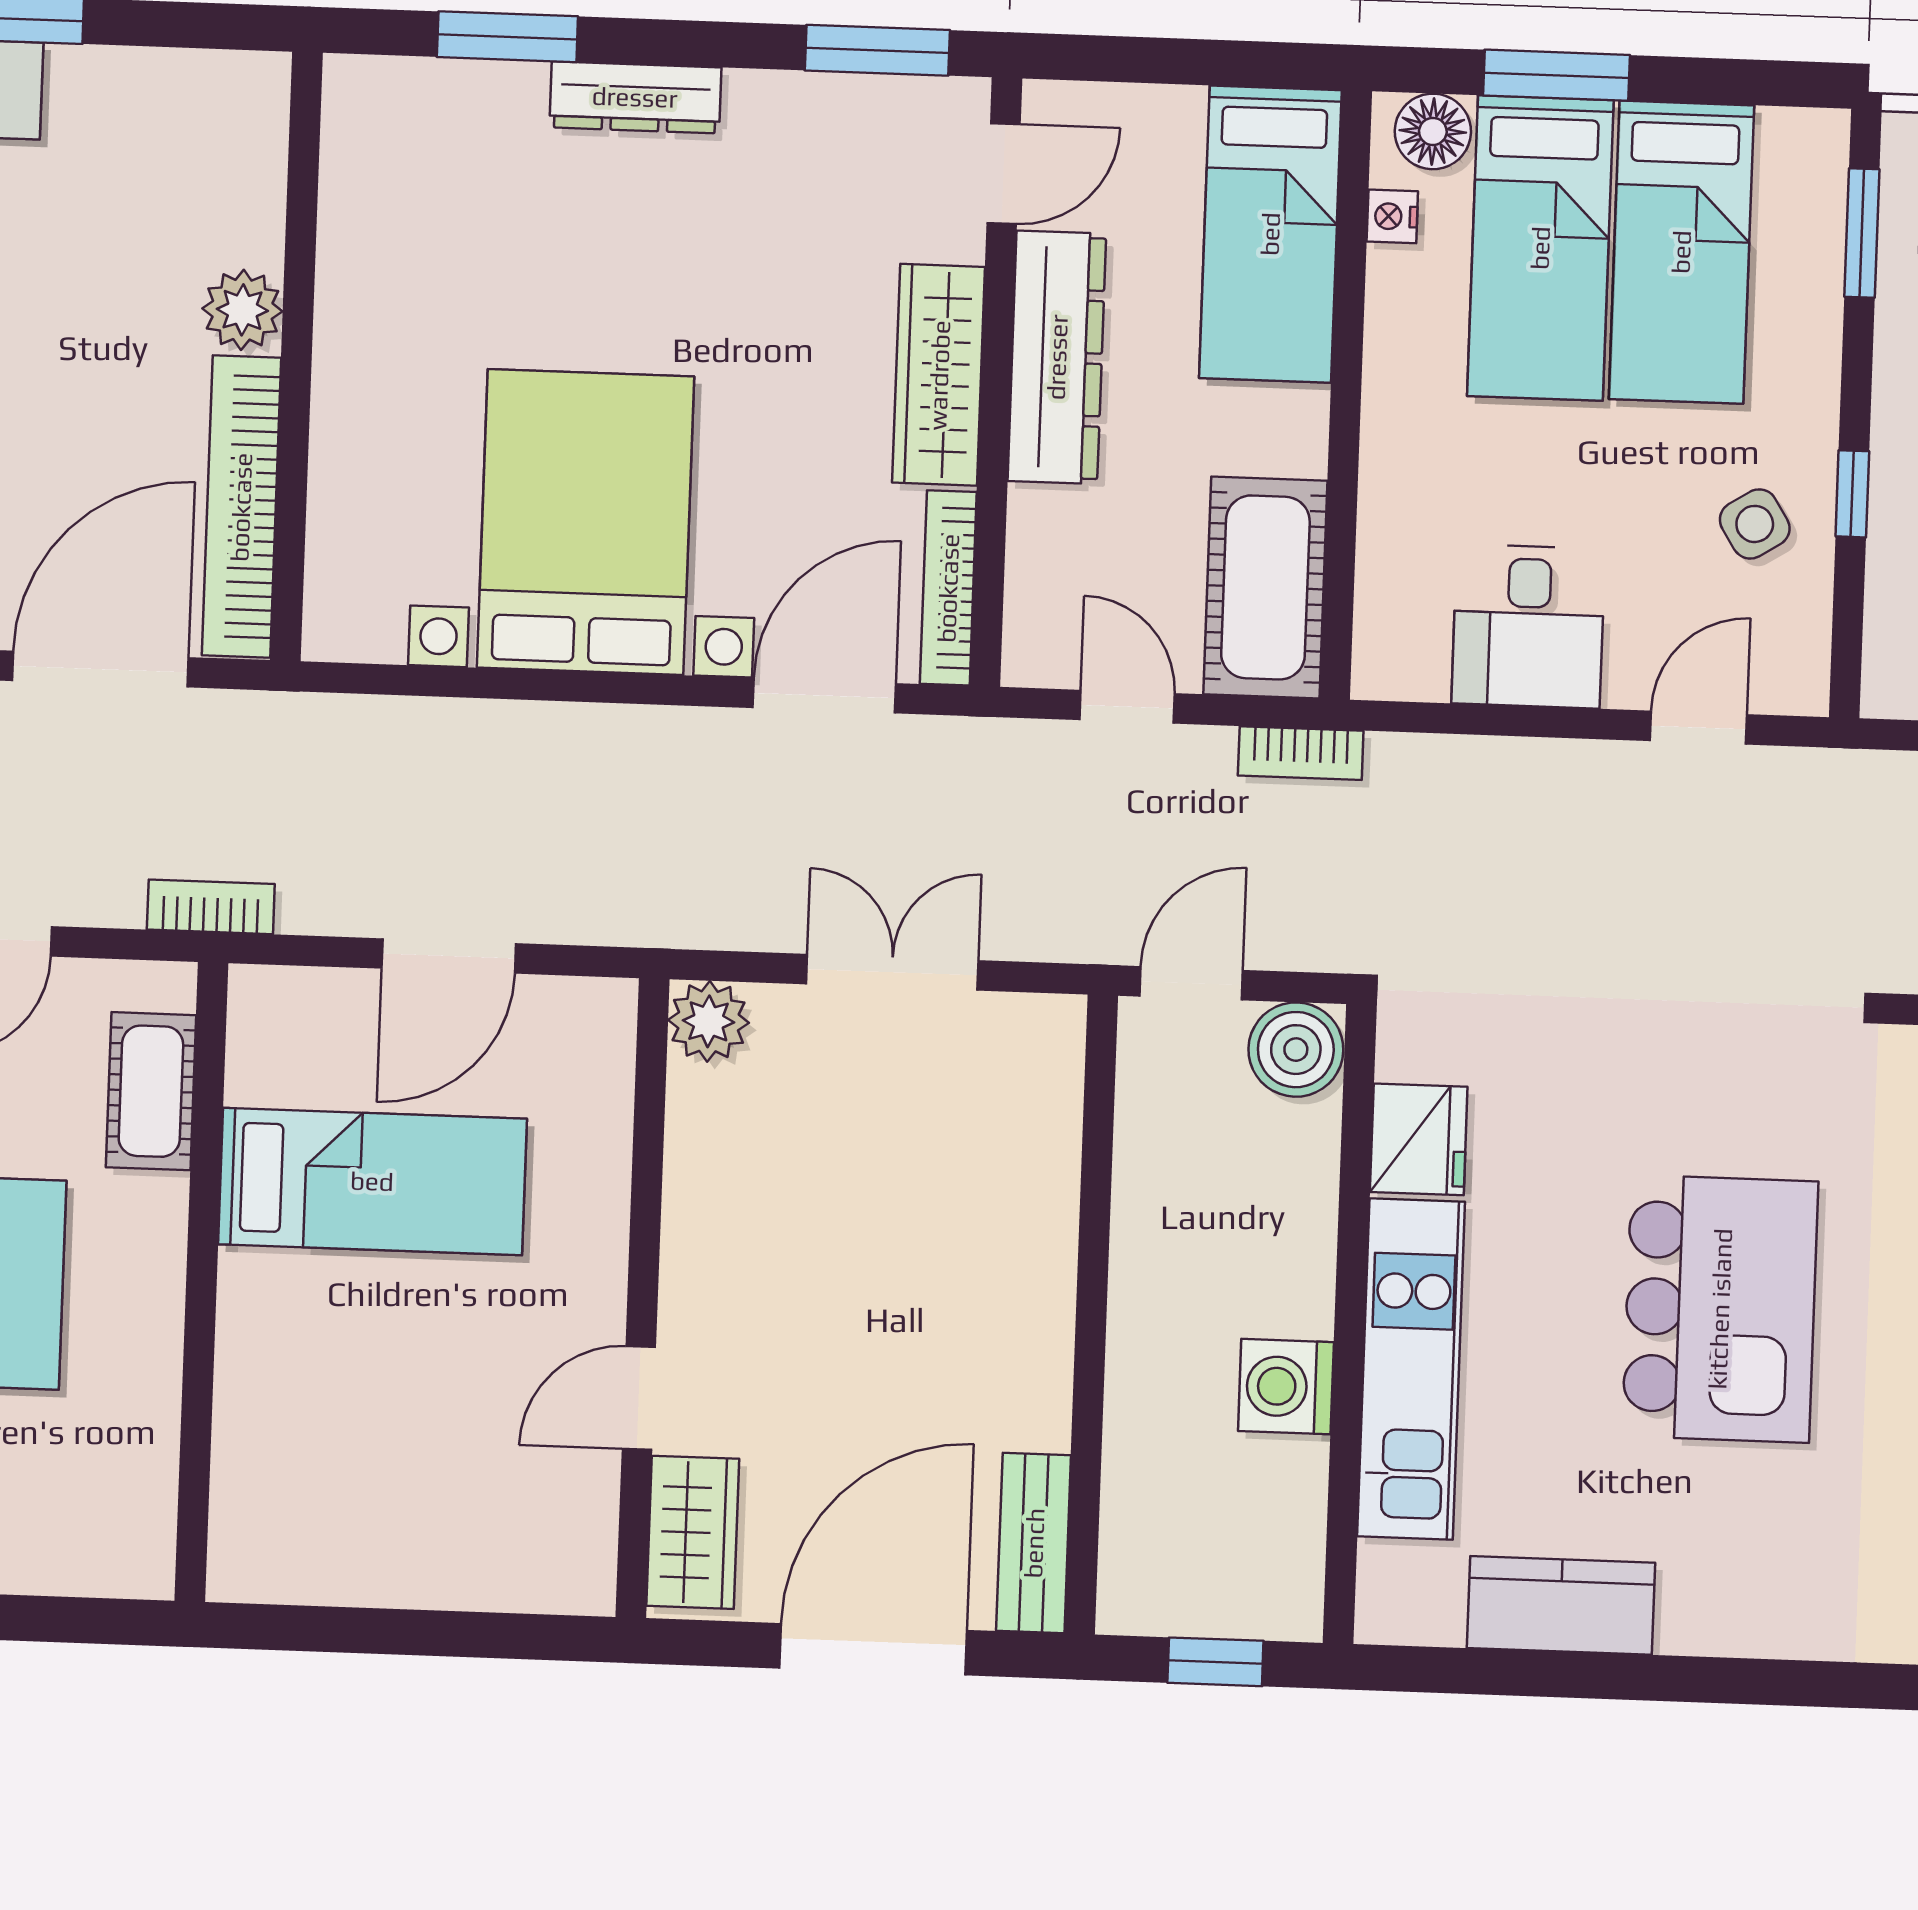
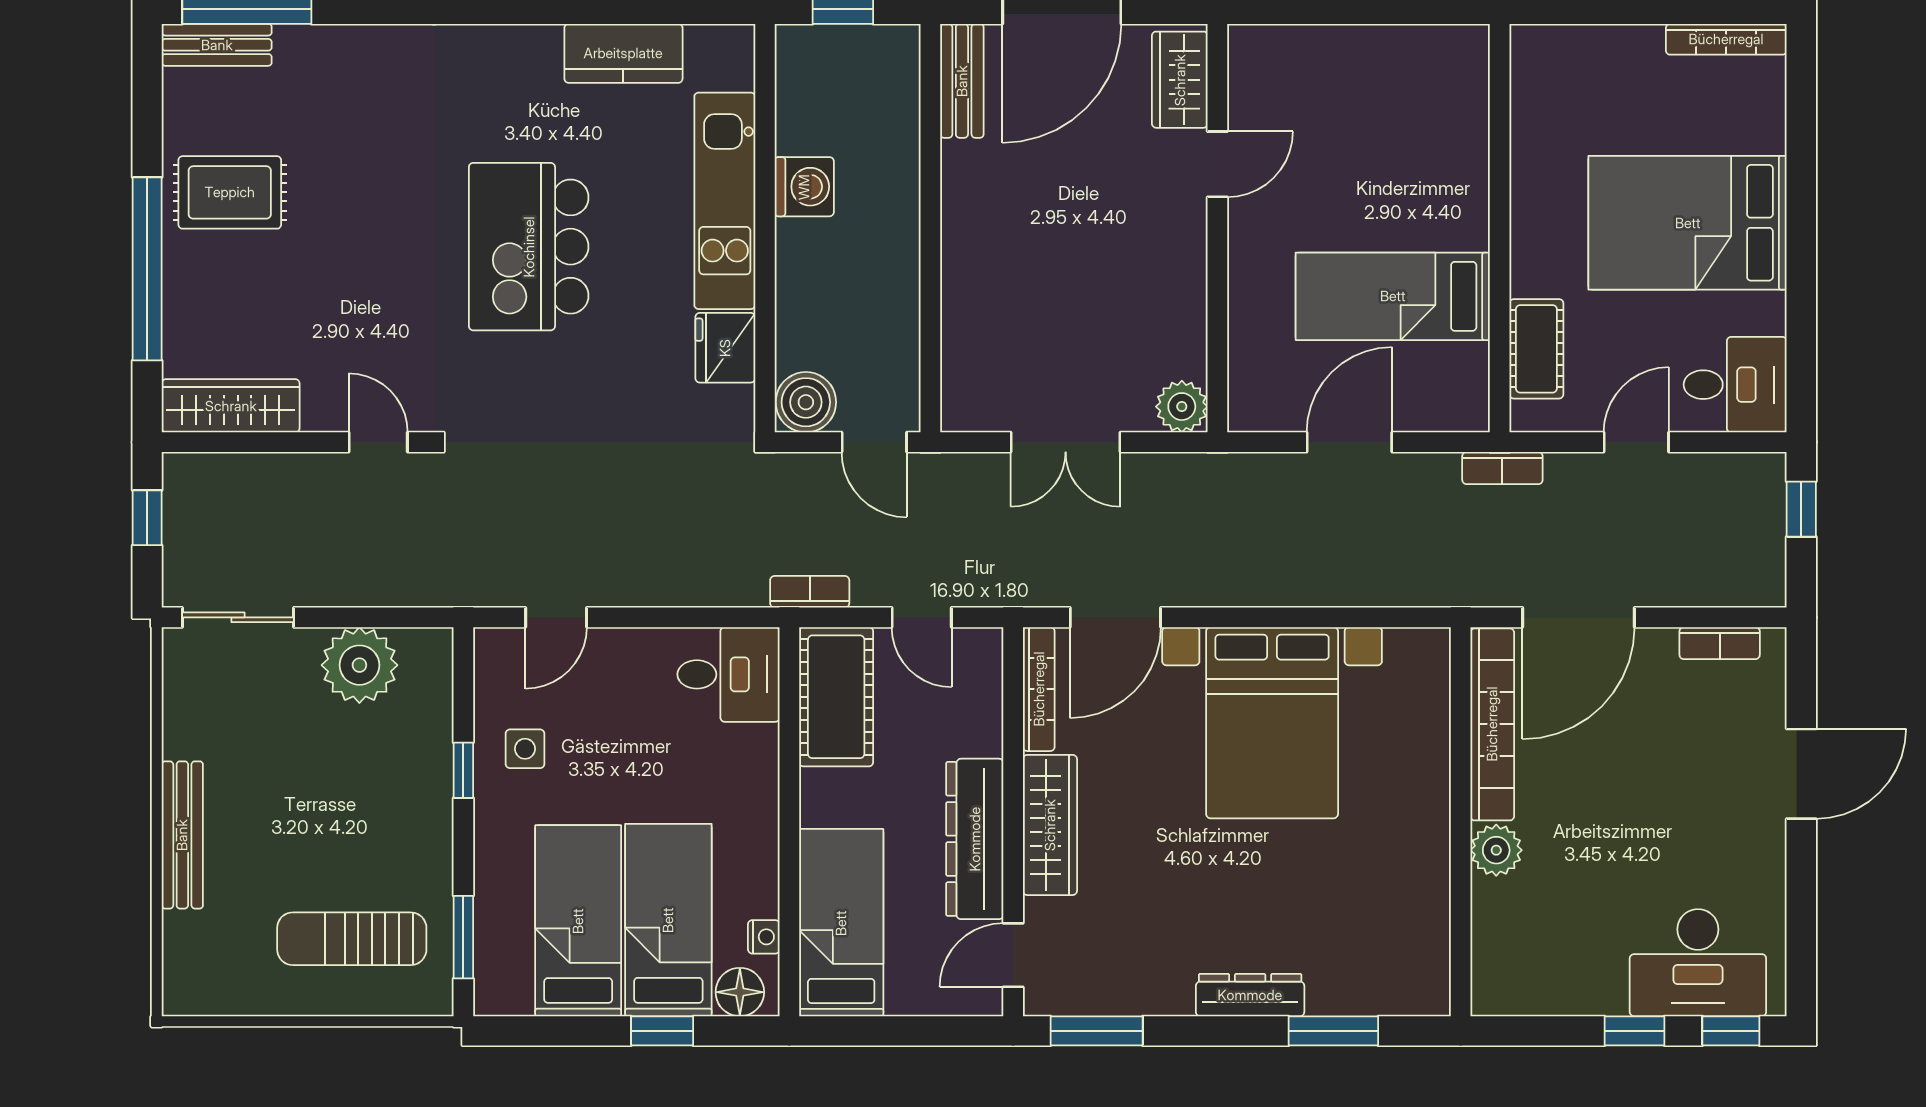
window: (1556, 75) -> (662, 1031), width x0.67
side table: (1755, 524) -> (525, 749), turned 32
desk: (1528, 626) -> (729, 674), moved, turned 90
door: (1191, 983) -> (874, 442), hinge flipped

